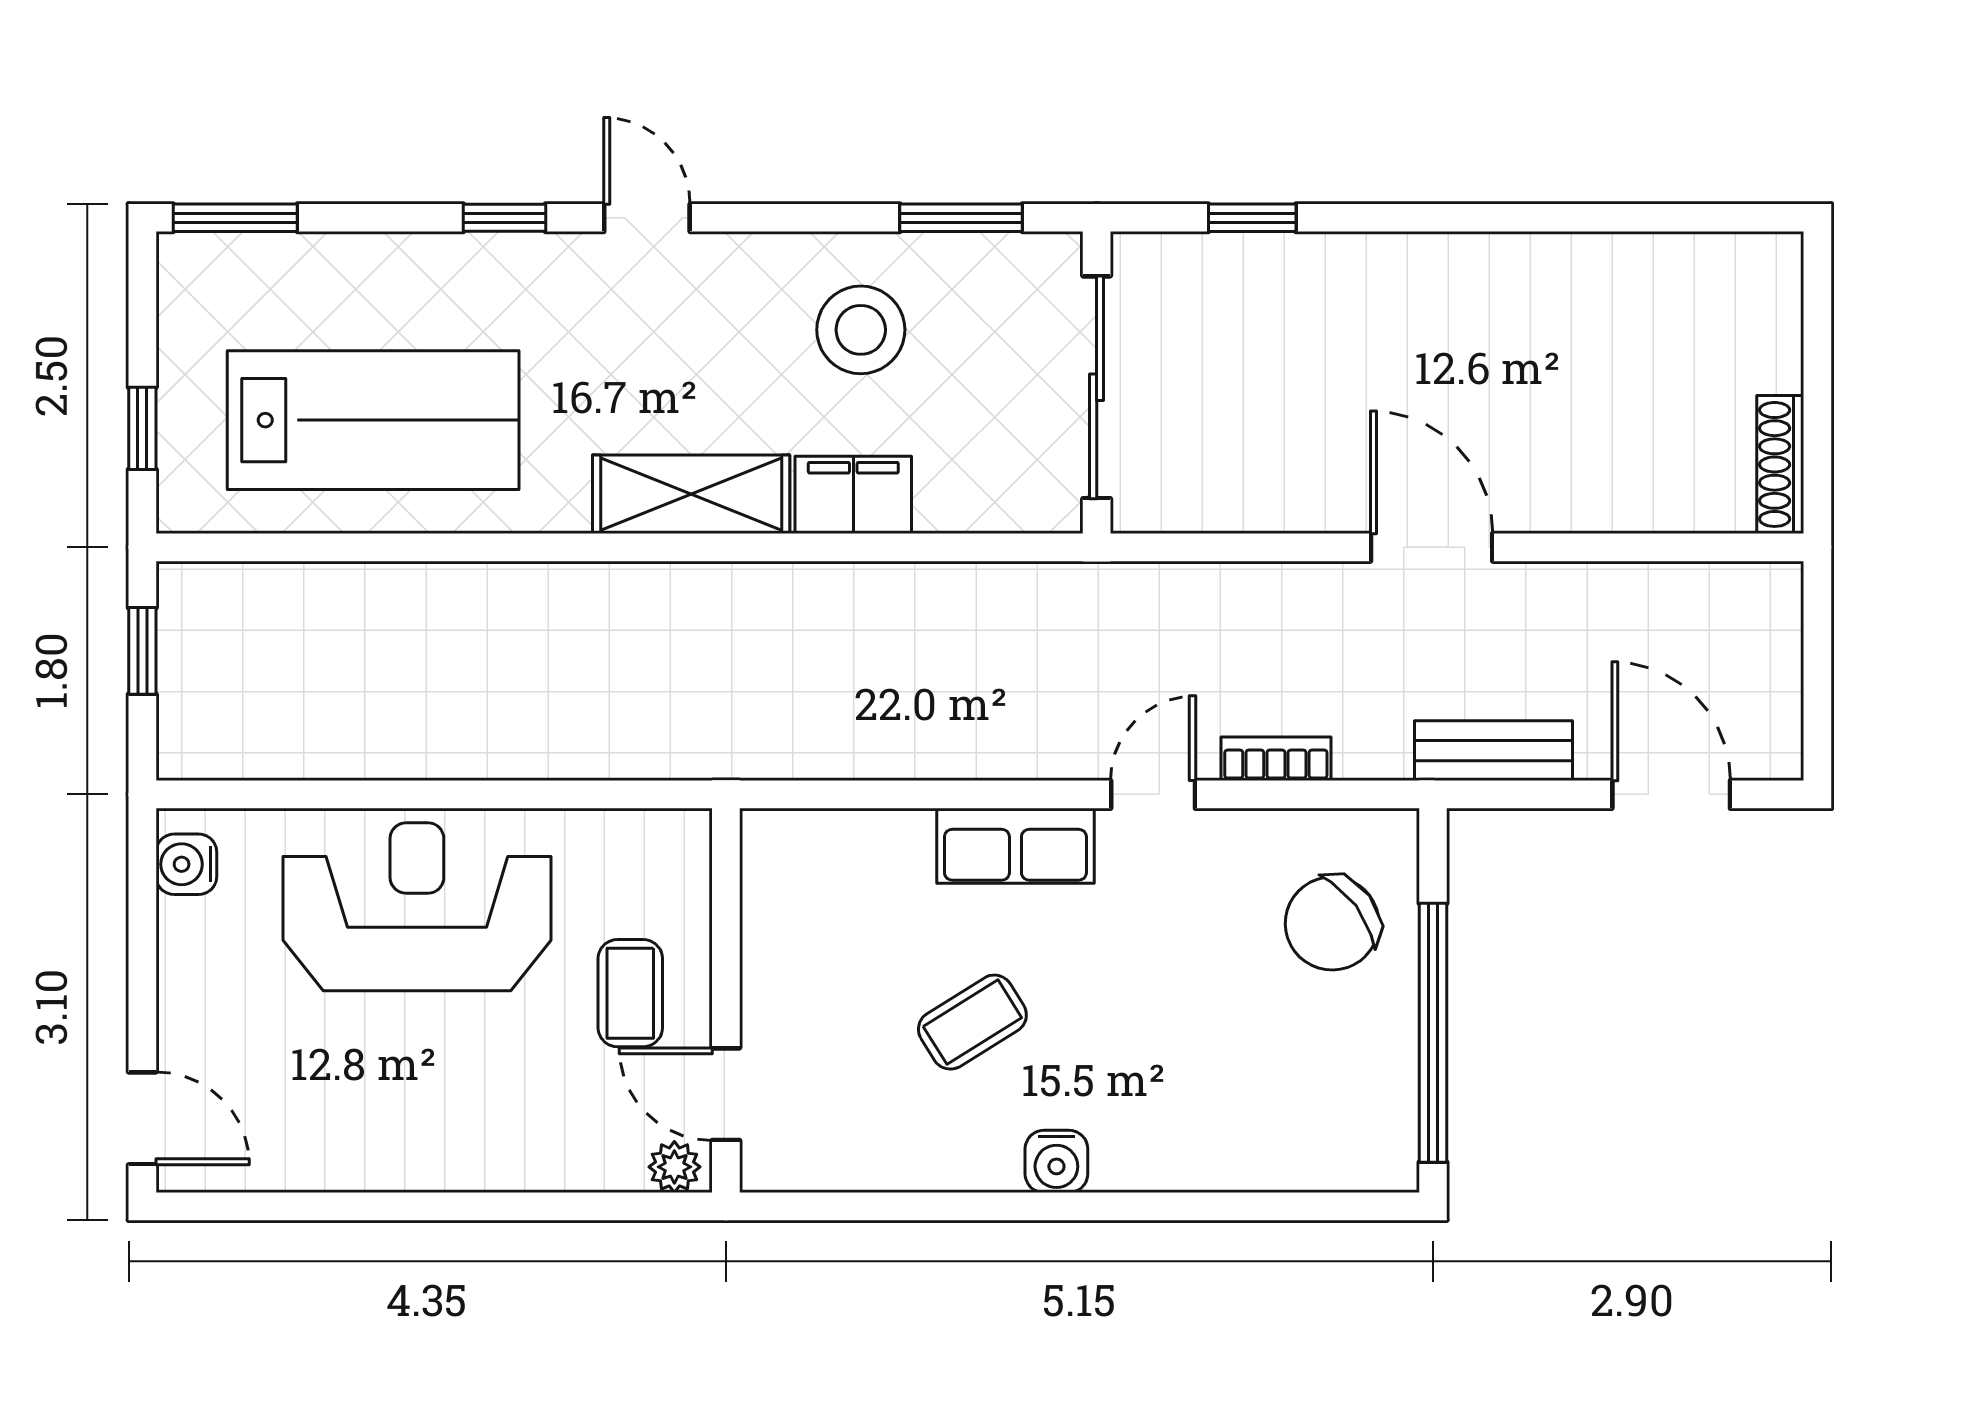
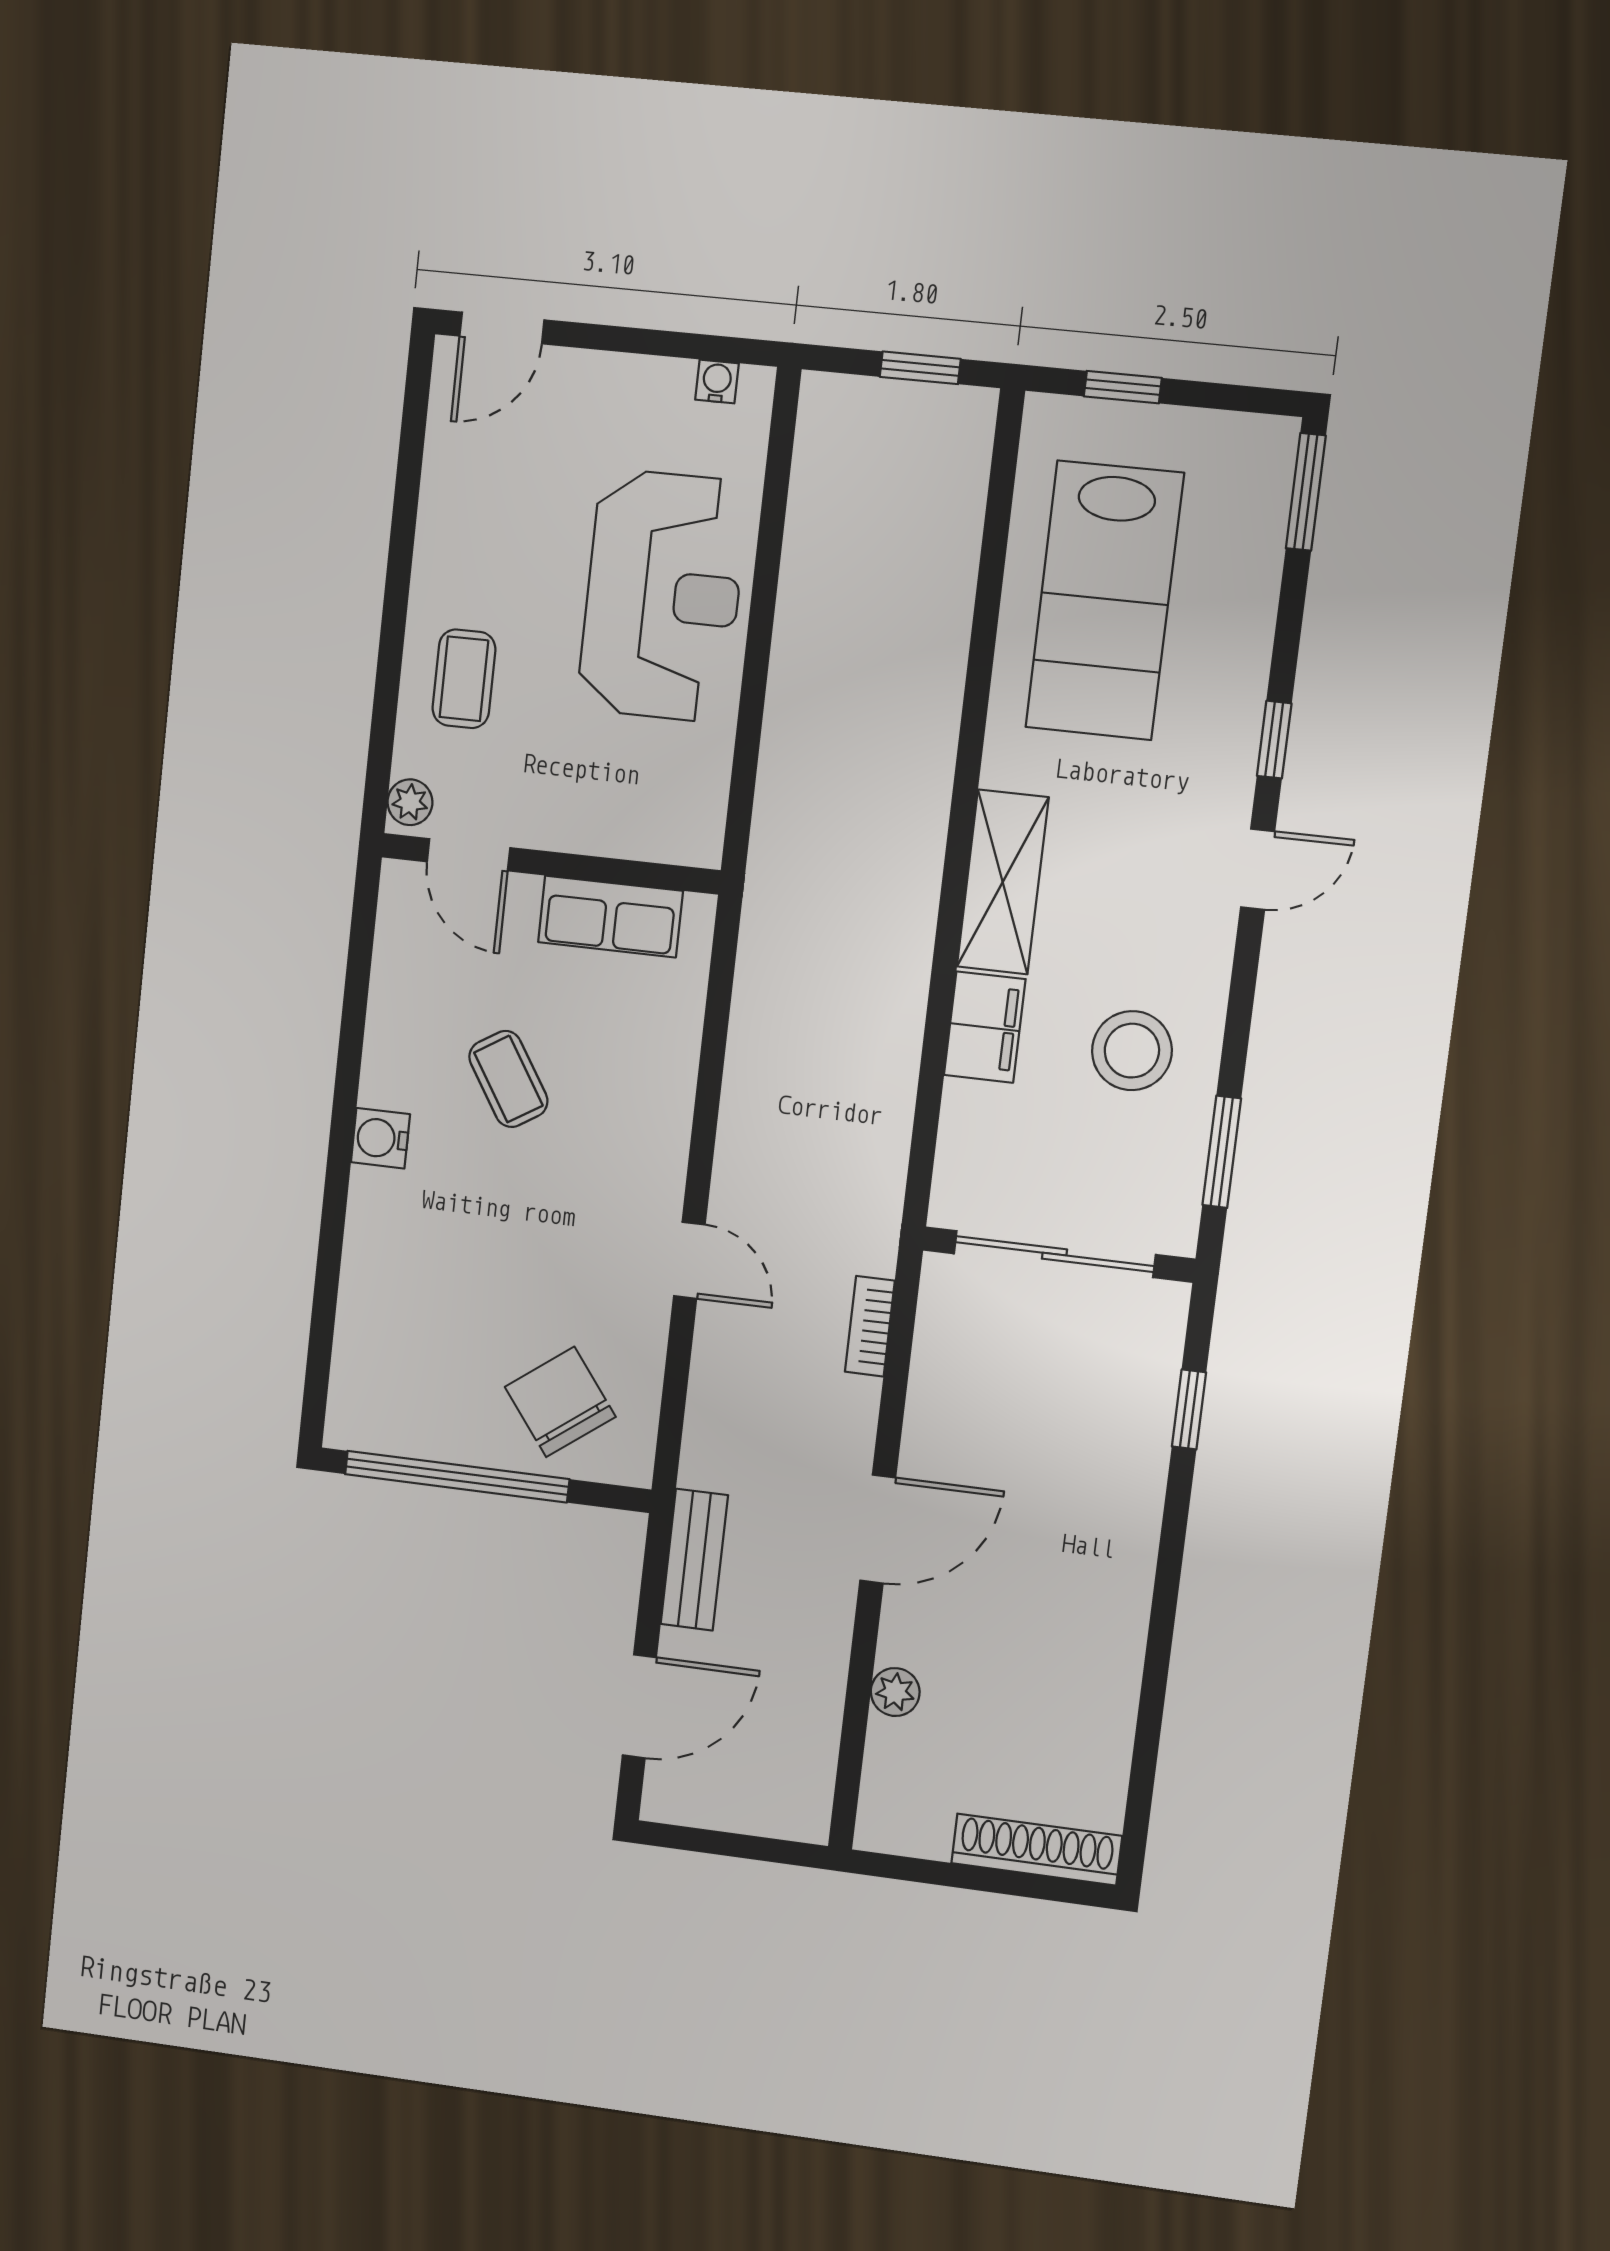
shoe rack: (1780, 464) -> (1037, 1850), moved, width x1.36, depth x1.24
plant: (1615, 506) -> (895, 1692), added
bookcase: (1276, 759) -> (870, 1326), moved, turned 180
row of seats: (1015, 846) -> (610, 916), moved, turned -90
water cooler: (186, 864) -> (717, 381), width x0.72, depth x0.72
coffee table: (630, 993) -> (464, 679), moved, turned 90
door: (726, 1094) -> (469, 855), swing flipped

